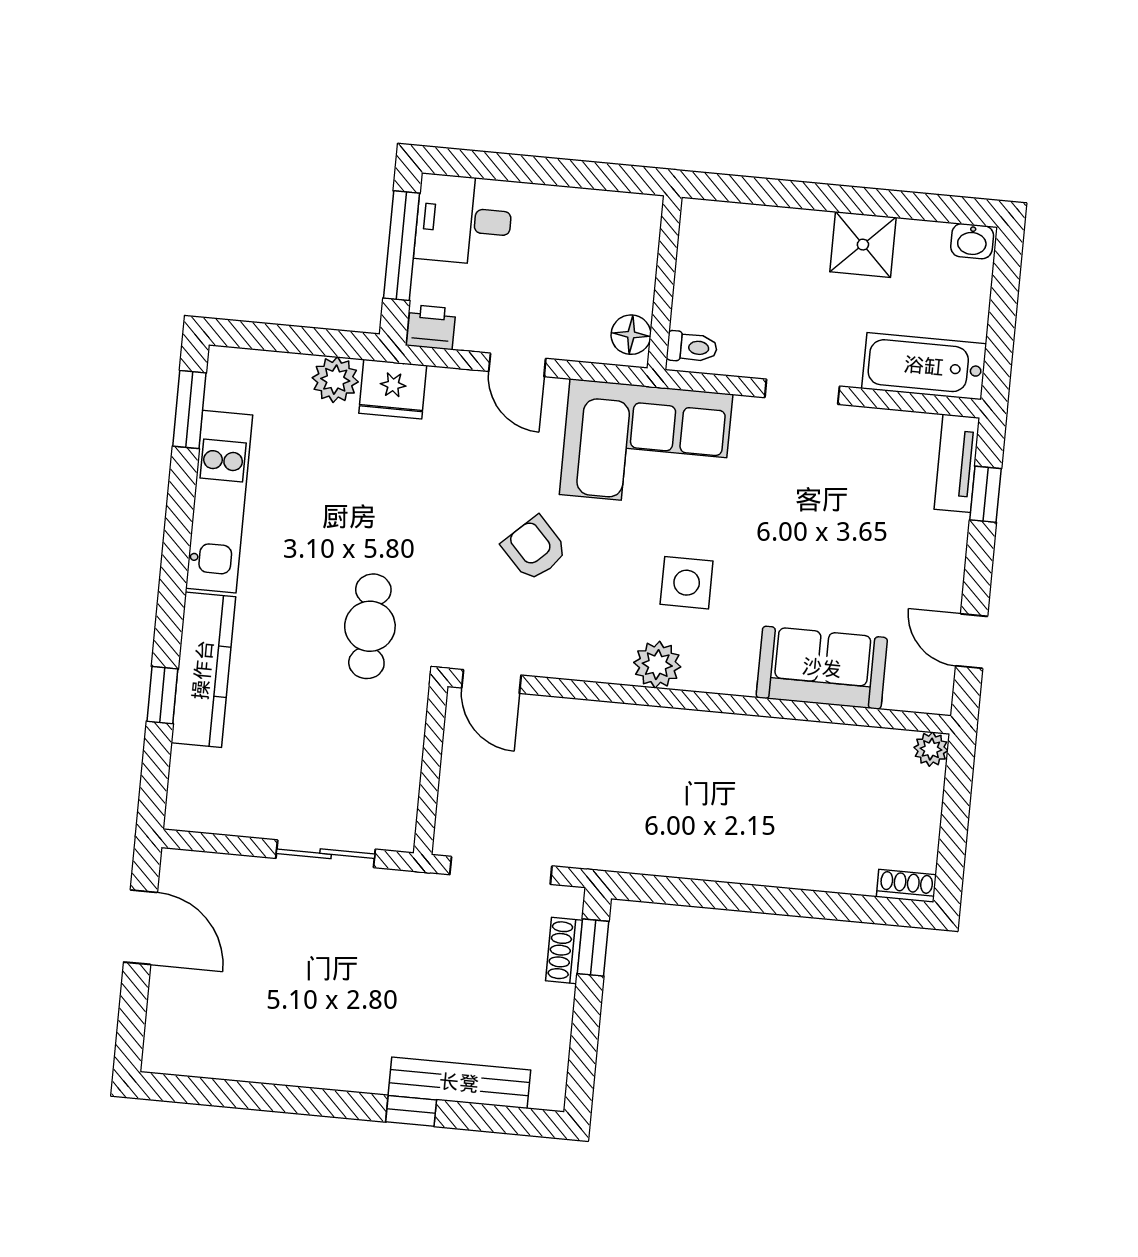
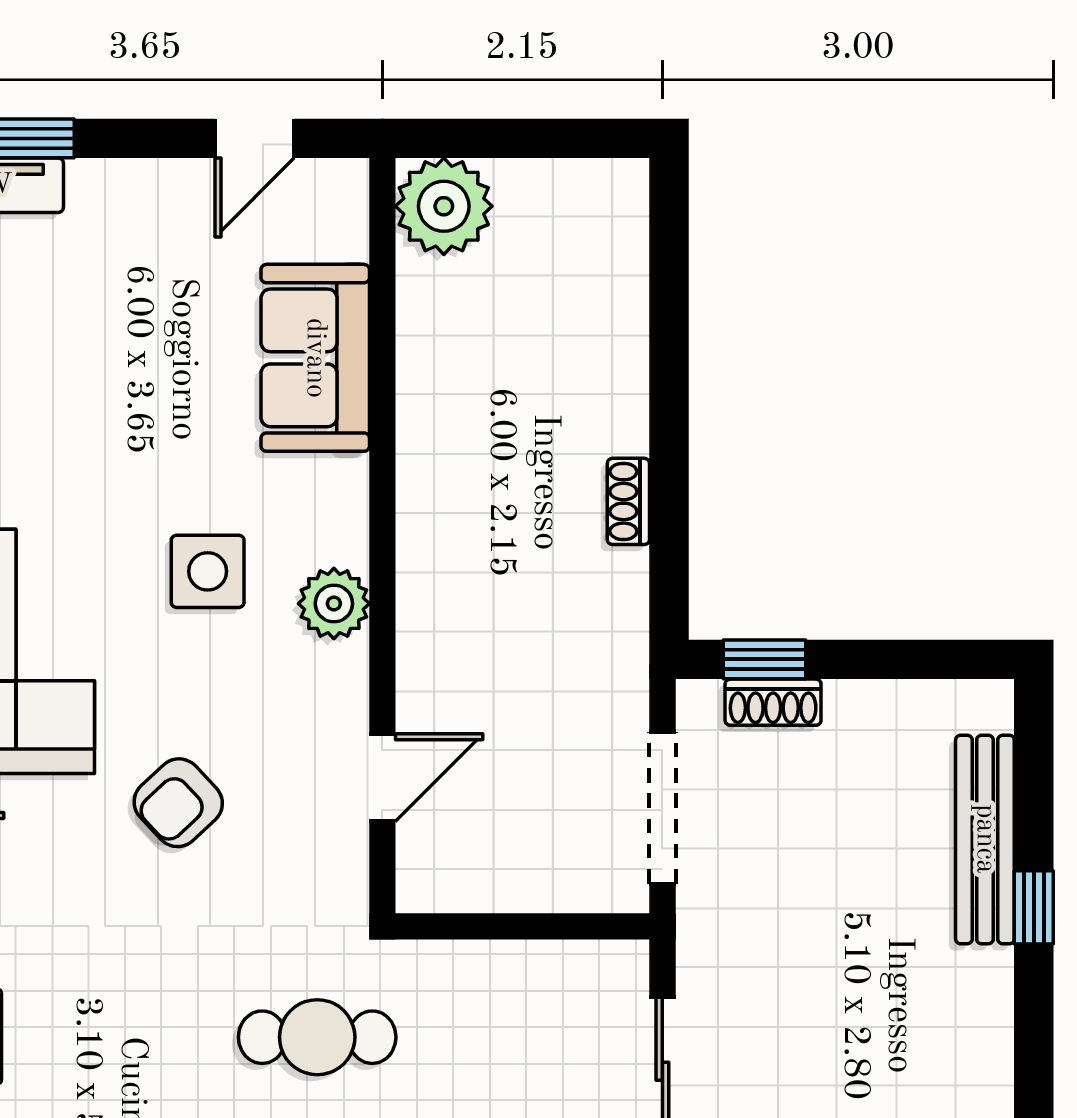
door: (491, 681) -> (382, 778), moved
plant: (931, 749) -> (444, 206), width x1.88, depth x1.88
shoe rack: (906, 886) -> (628, 501), moved

